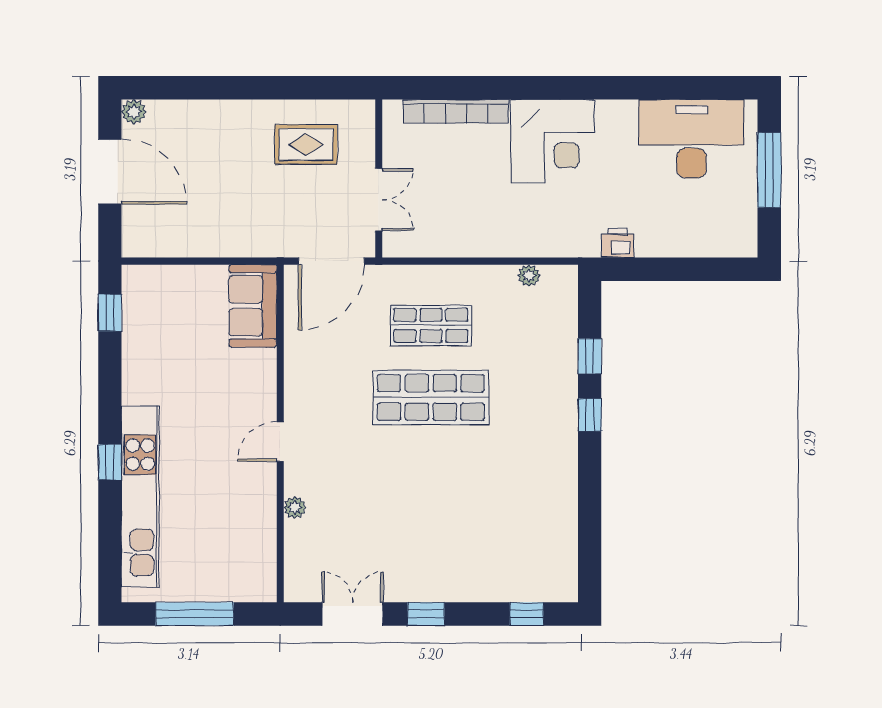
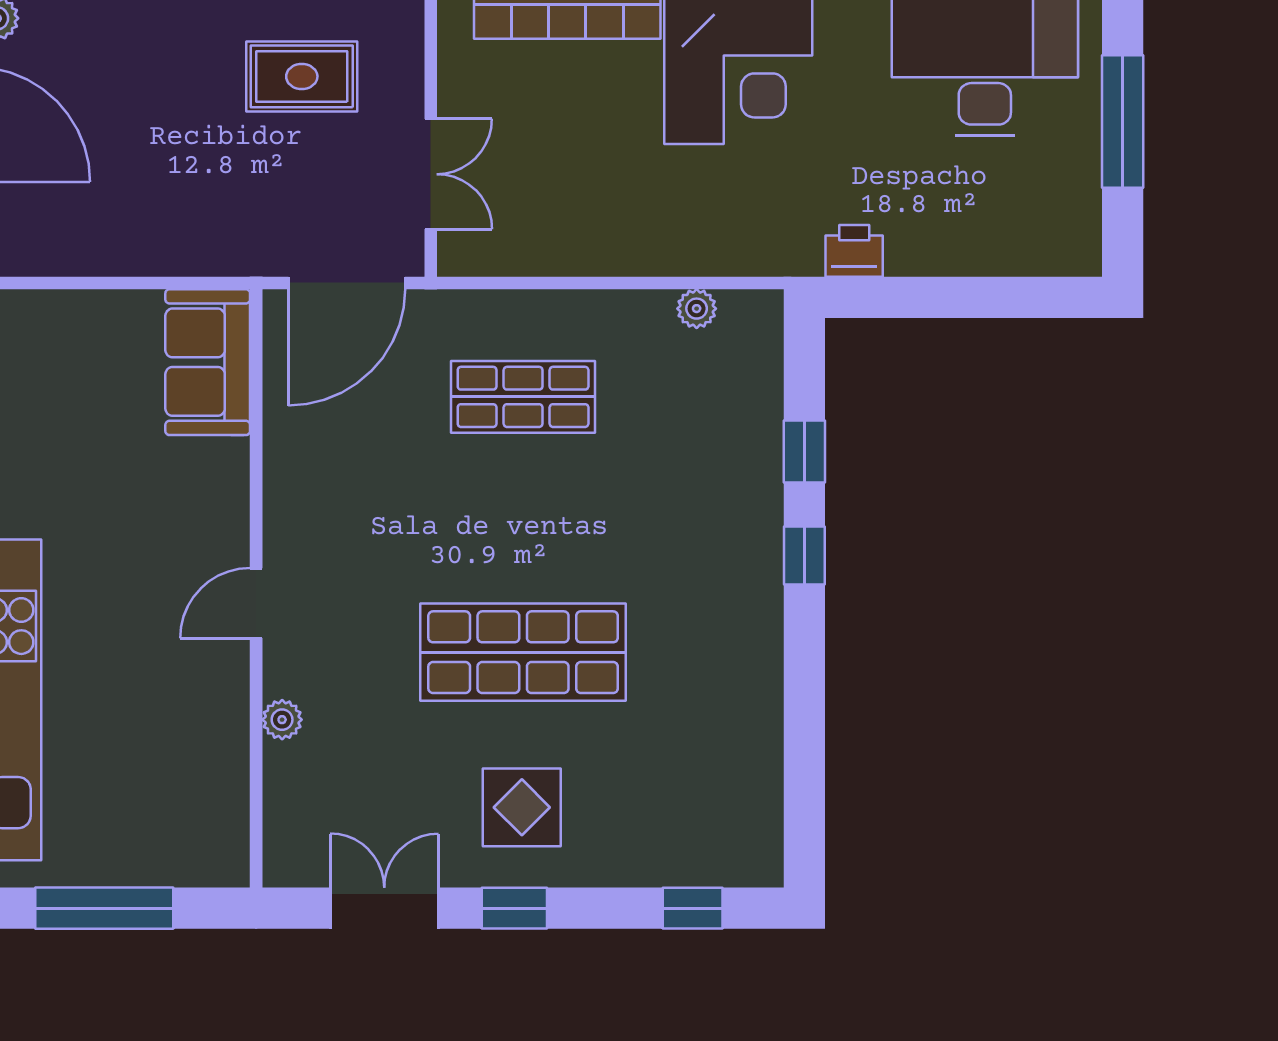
shop shelf: (431, 397) -> (523, 652), moved
display table: (430, 557) -> (522, 807), added

